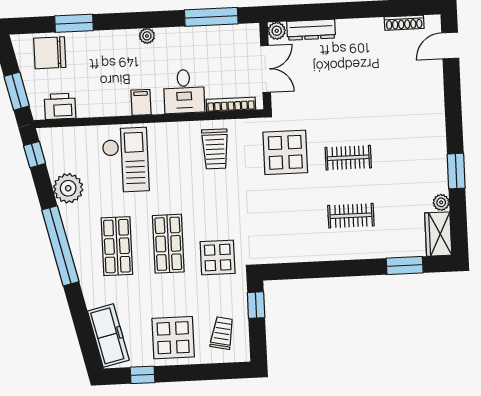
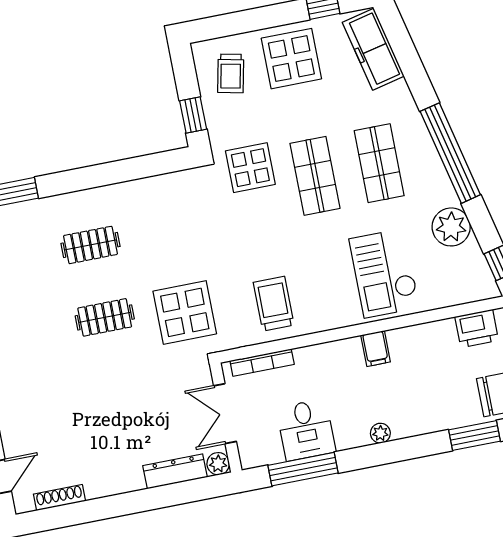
desk: (184, 91) -> (306, 430), moved, turned 180

